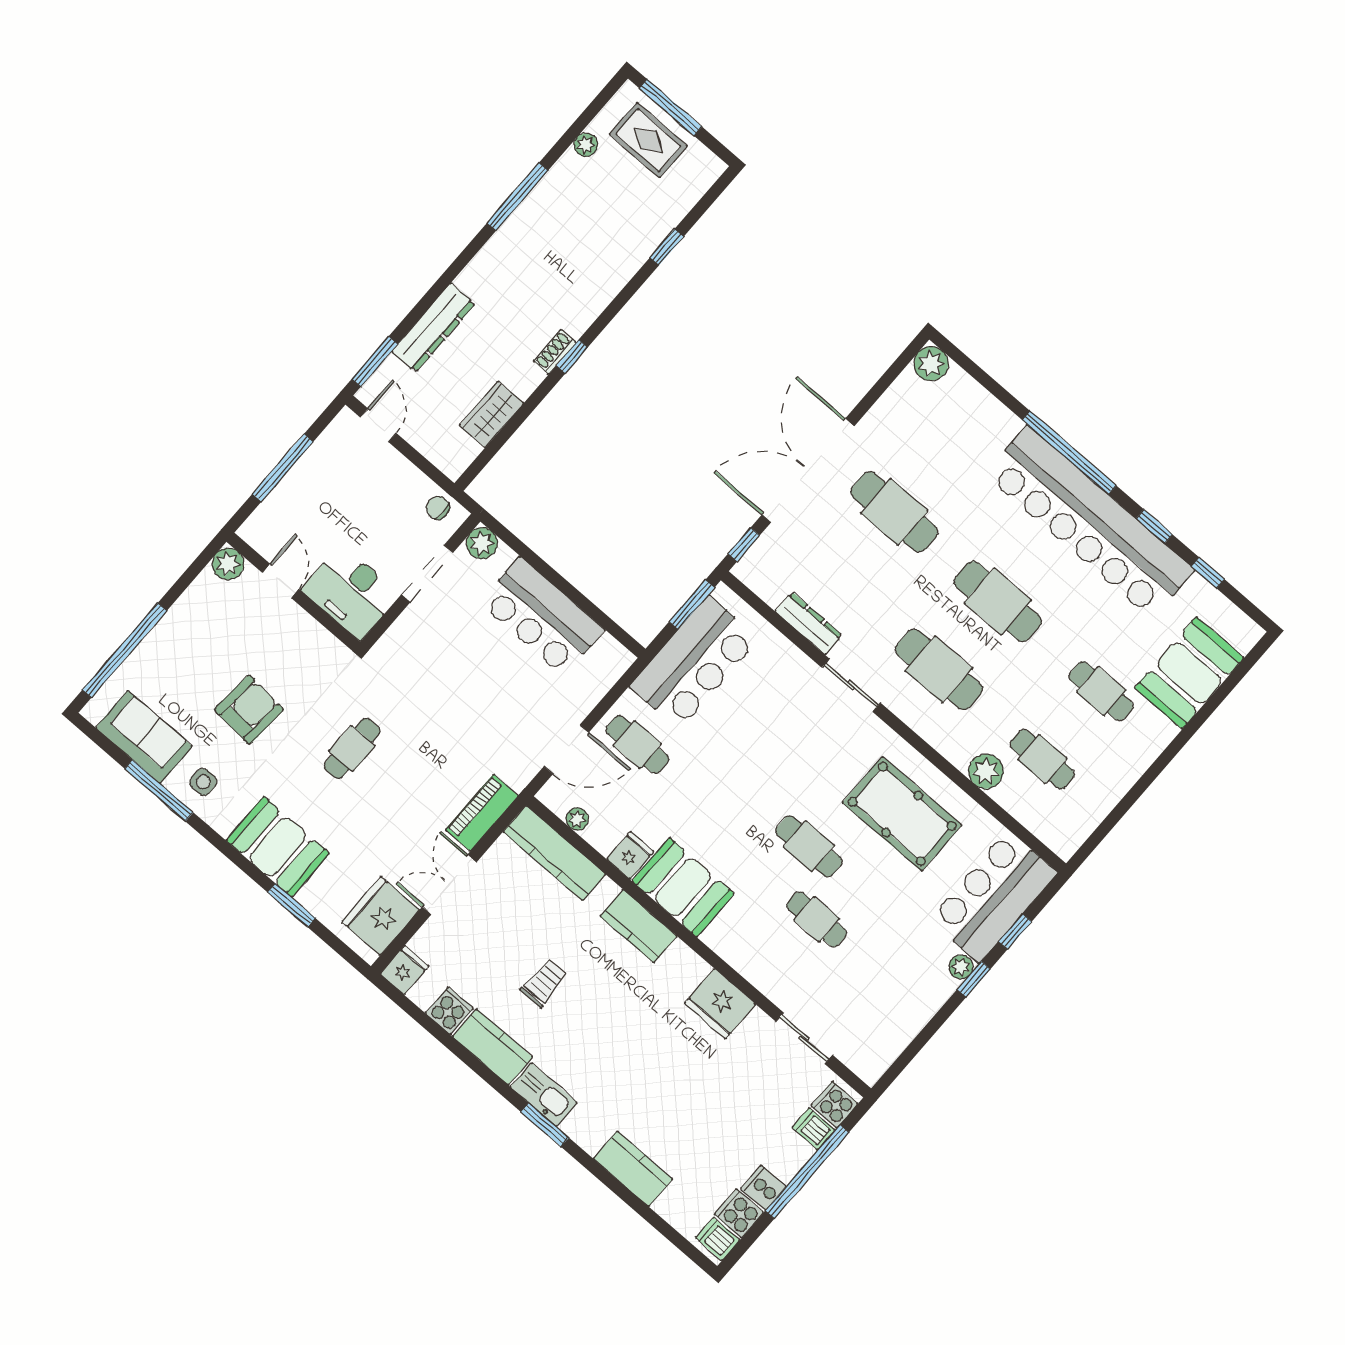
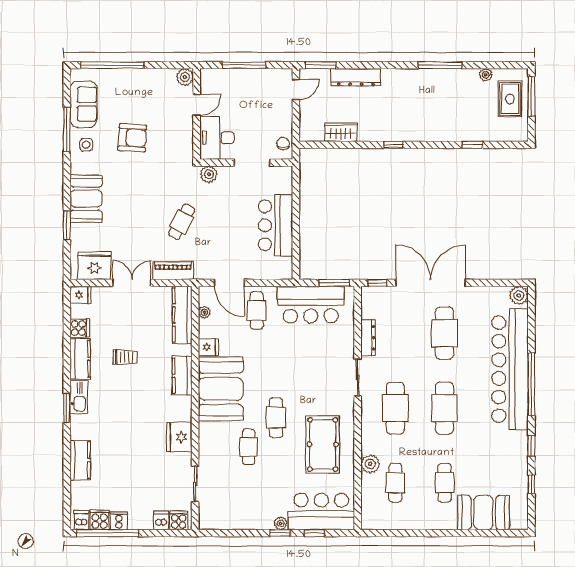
shoe rack: (555, 352) -> (389, 136), removed
bar counter: (1090, 522) -> (510, 369), moved
plant: (482, 543) -> (209, 174), moved
cafe table: (352, 748) -> (182, 222), moved, turned -62
booth: (683, 887) -> (221, 389), width x1.36, depth x1.42
window: (807, 1172) -> (107, 533), moved

